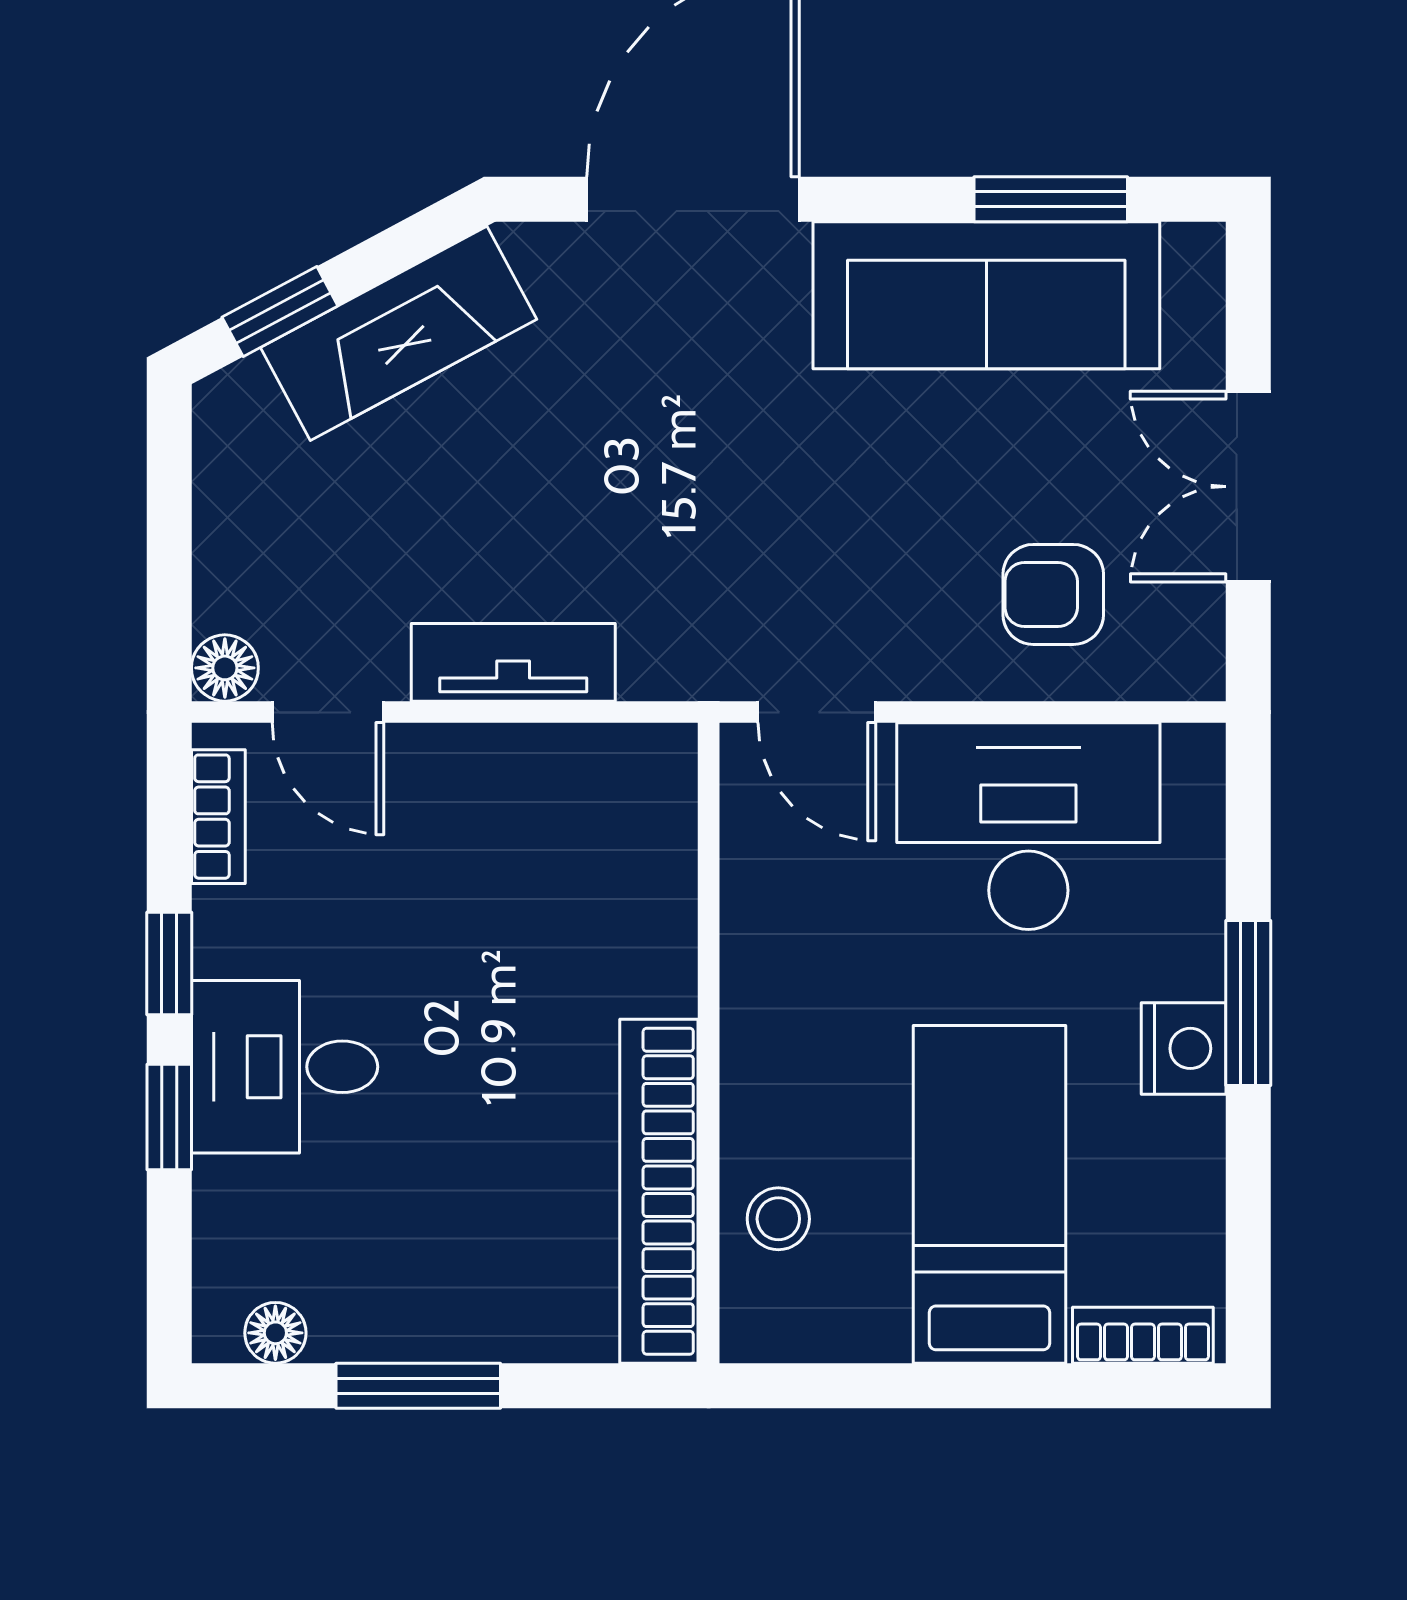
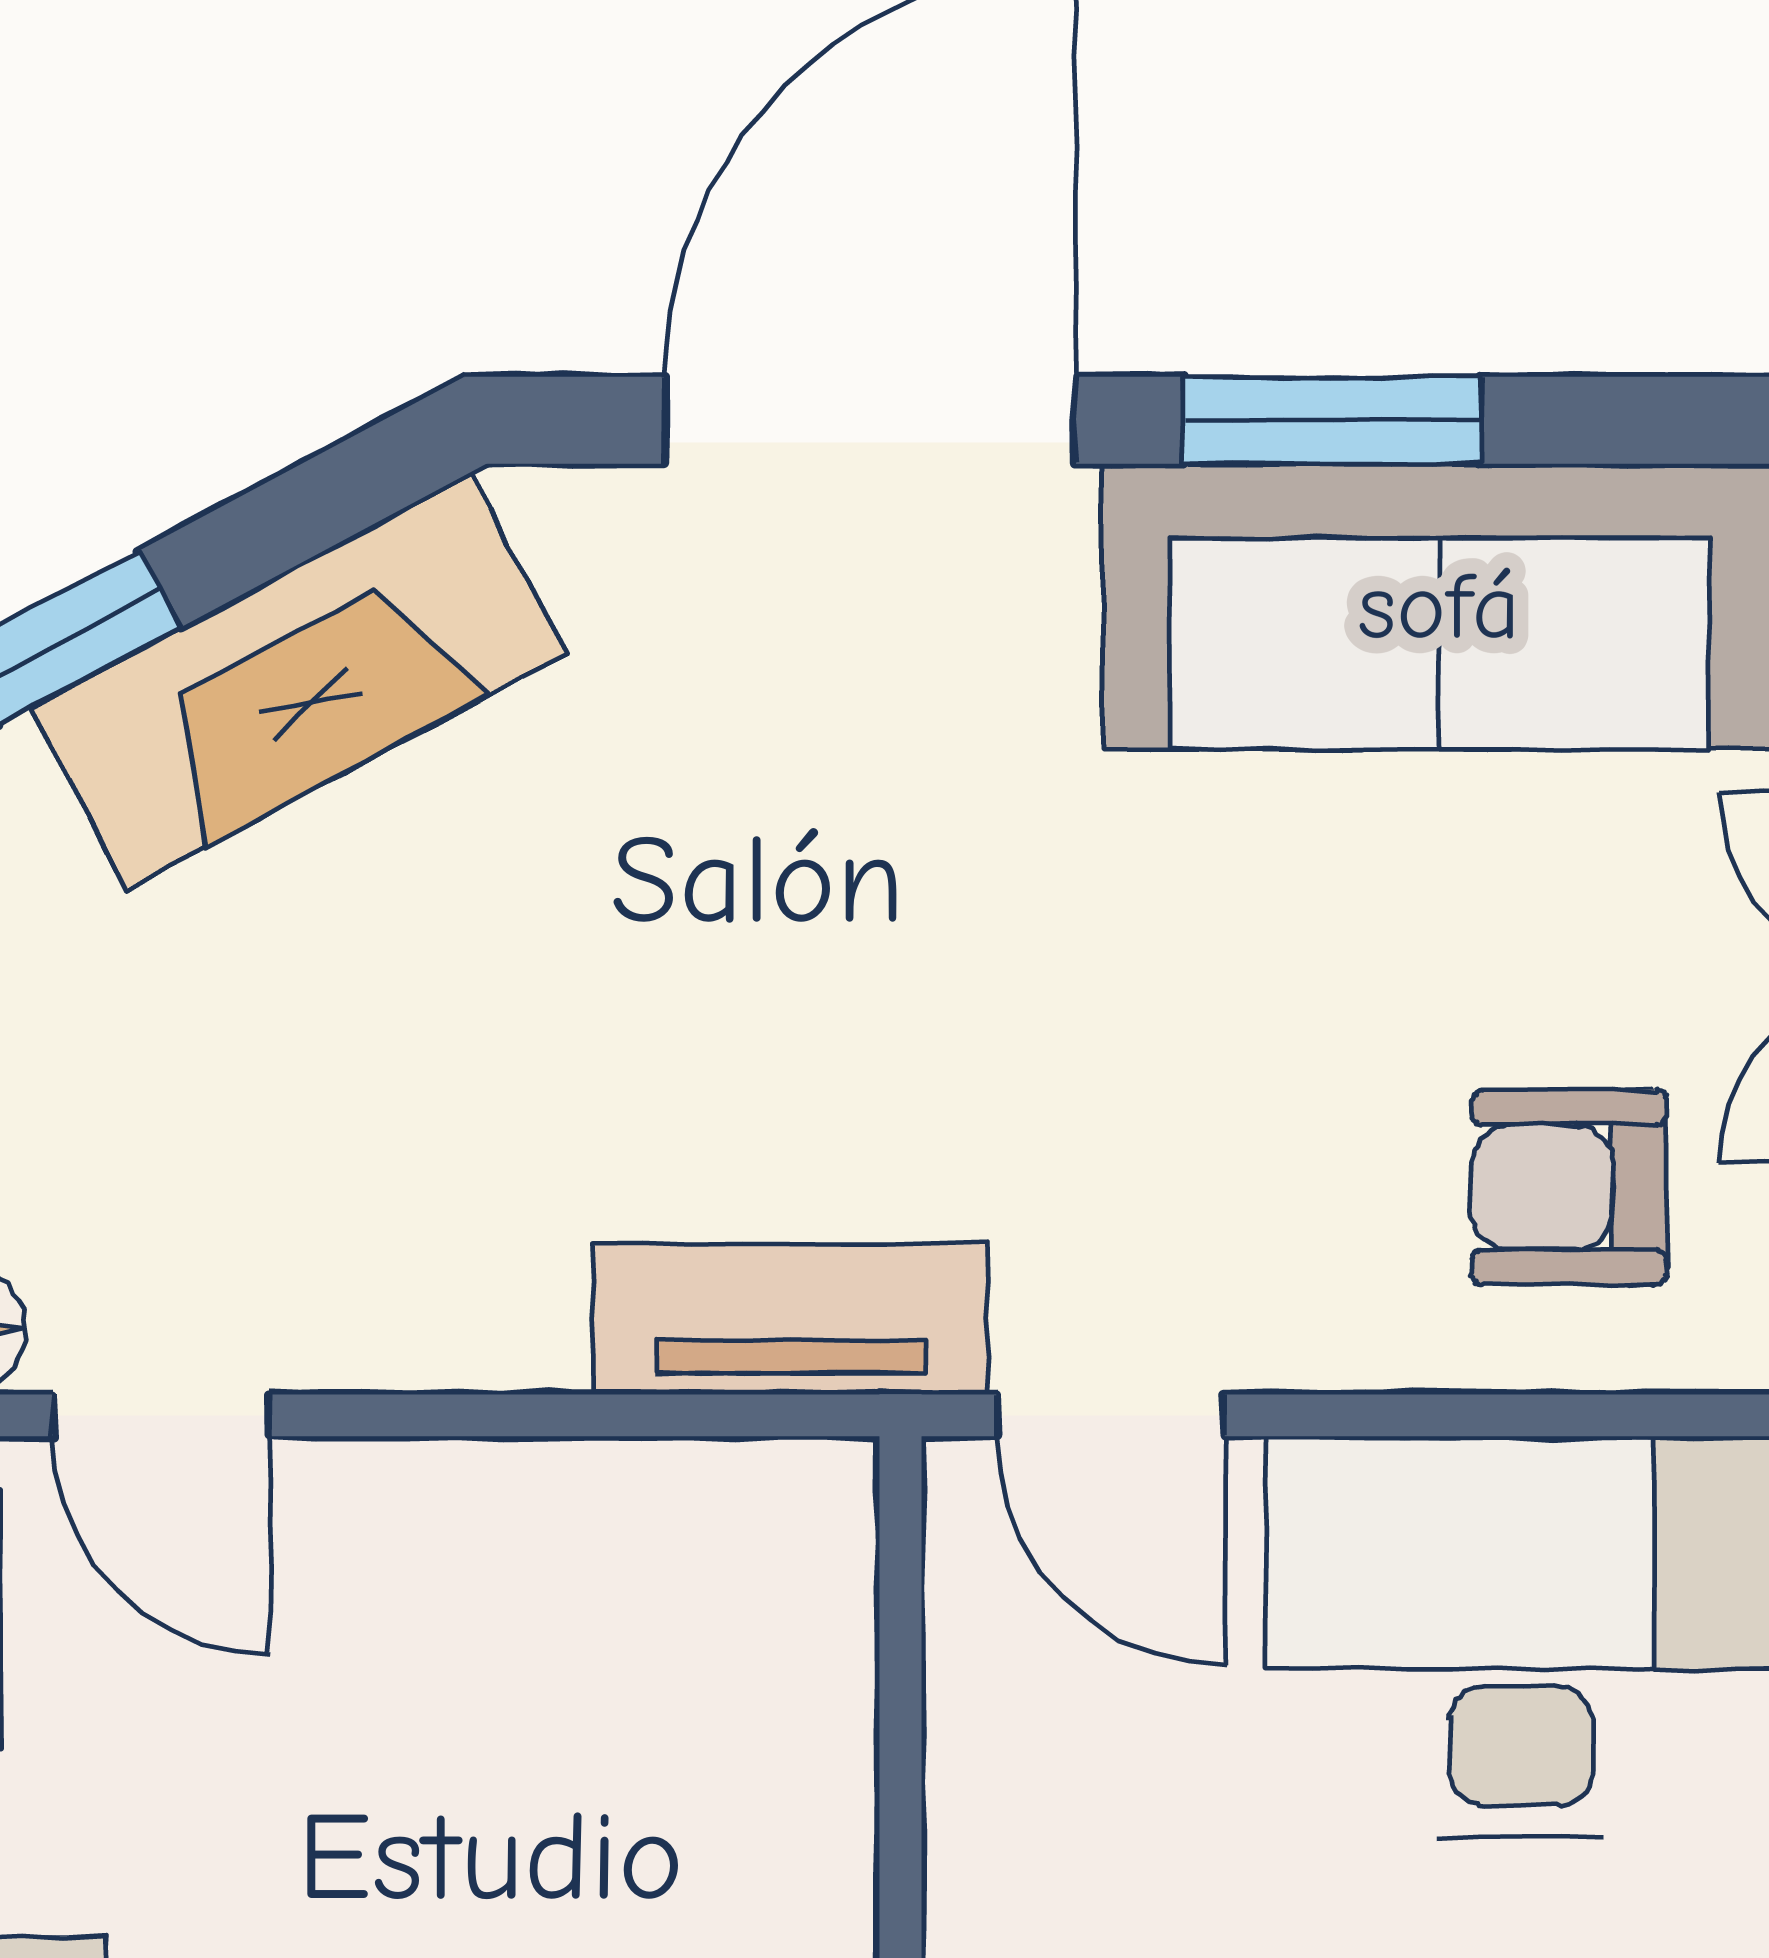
window: (1051, 199) -> (1332, 420), moved
tv unit: (513, 662) -> (791, 1319), moved

